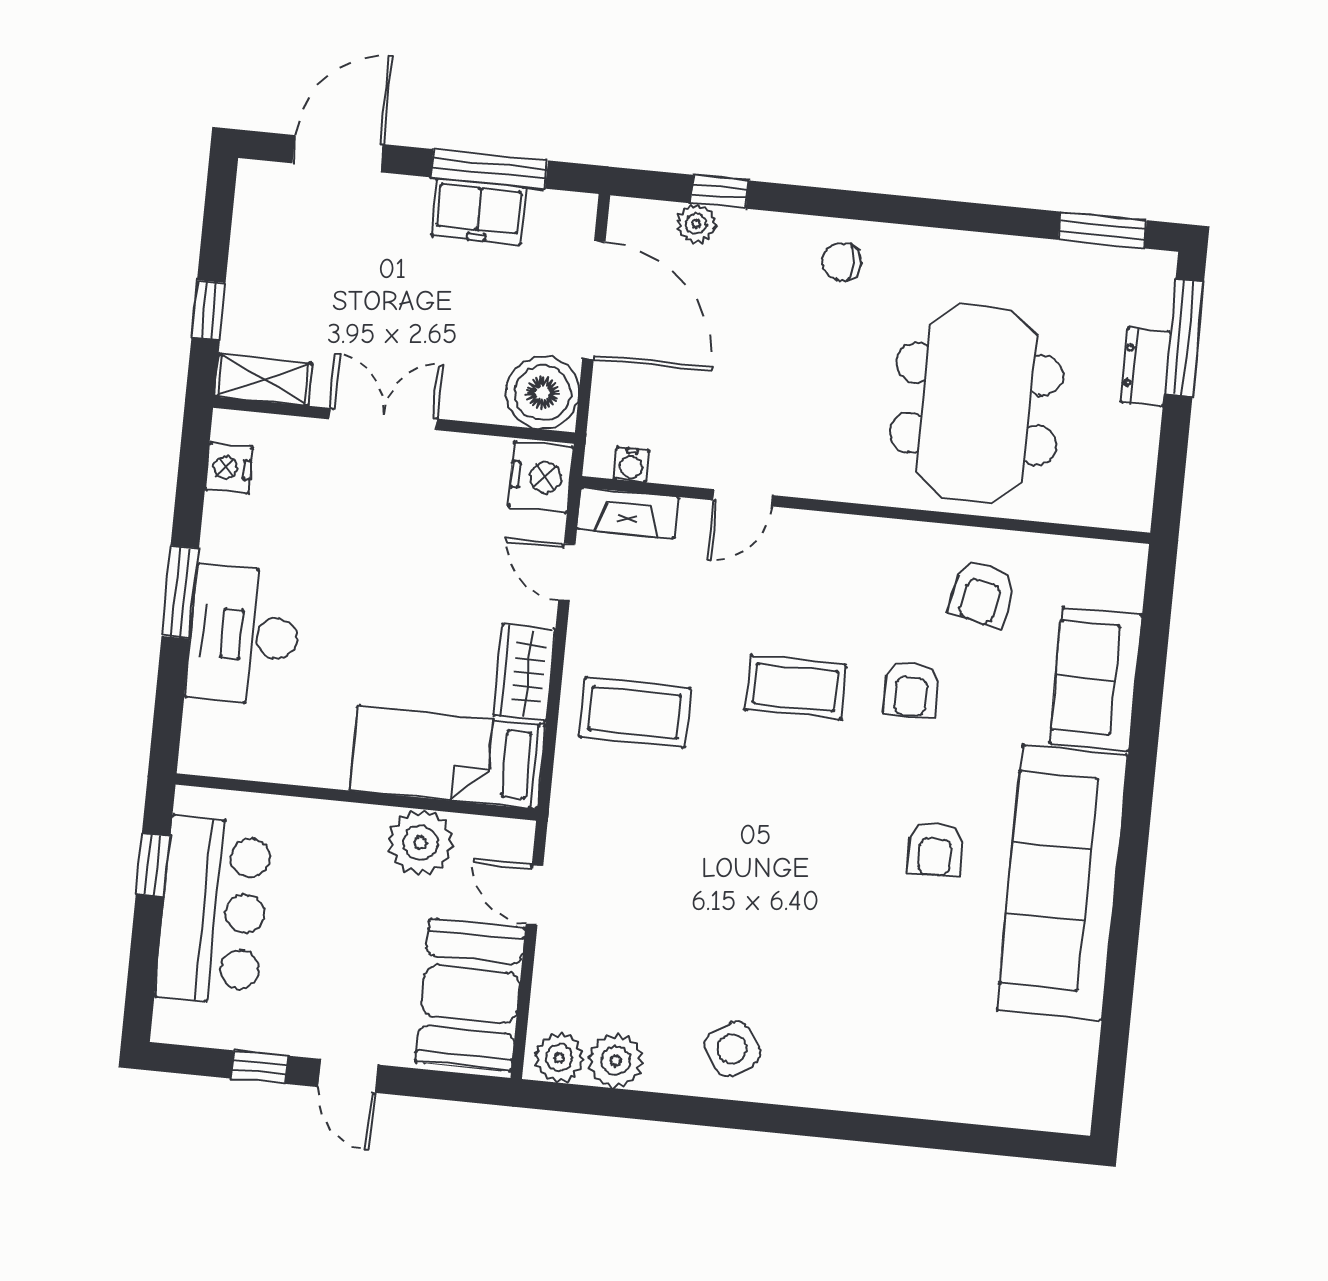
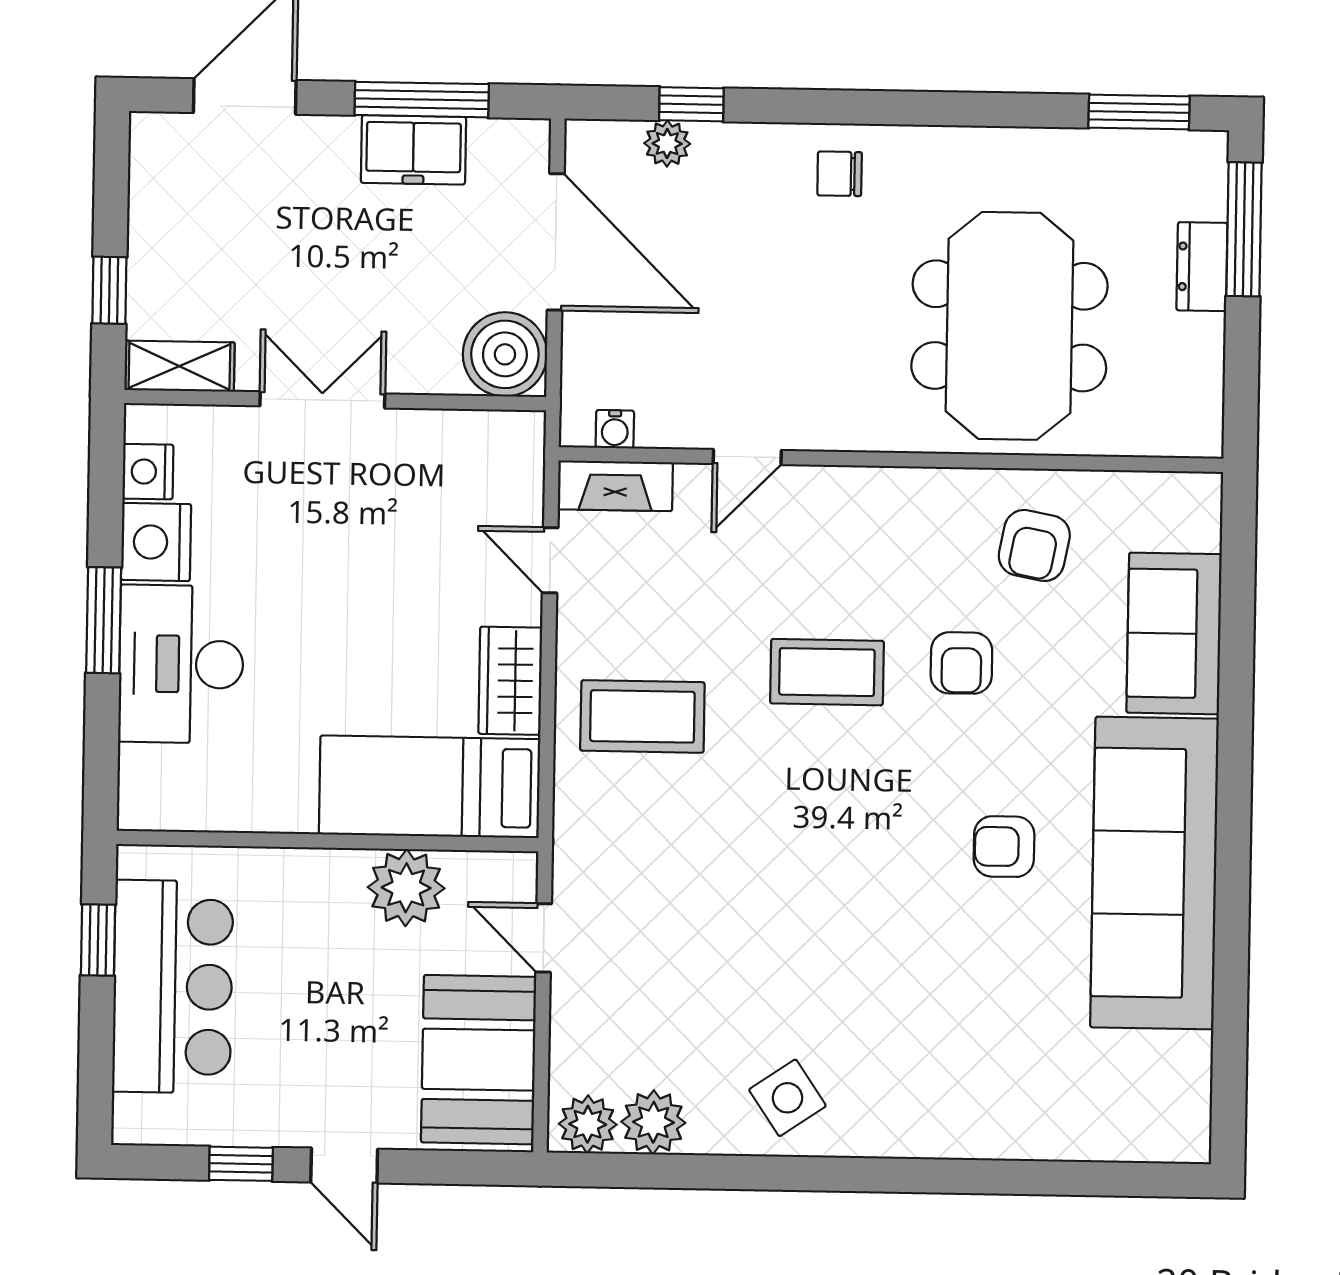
nightstand: (541, 477) -> (156, 542), moved, turned 180
armchair: (935, 849) -> (1004, 847), turned 90

